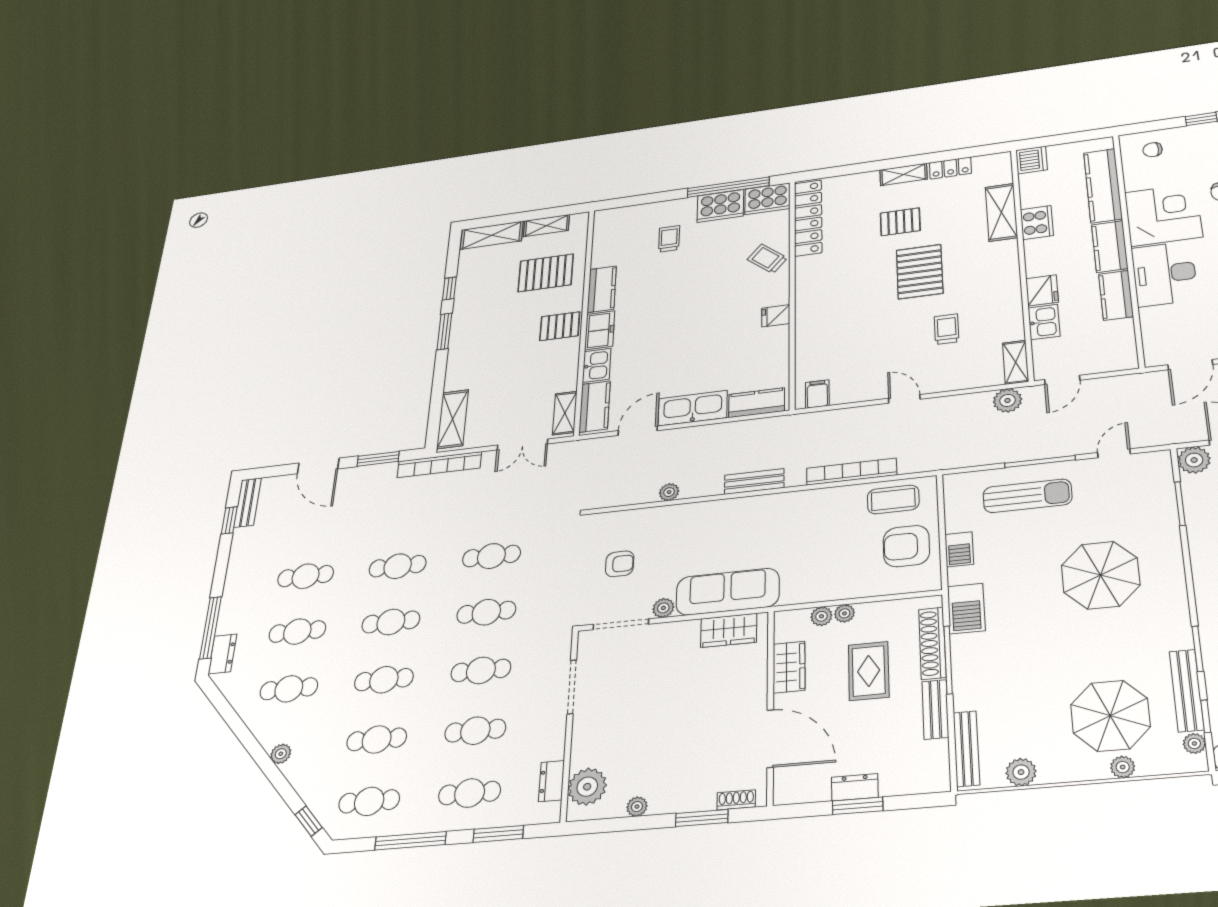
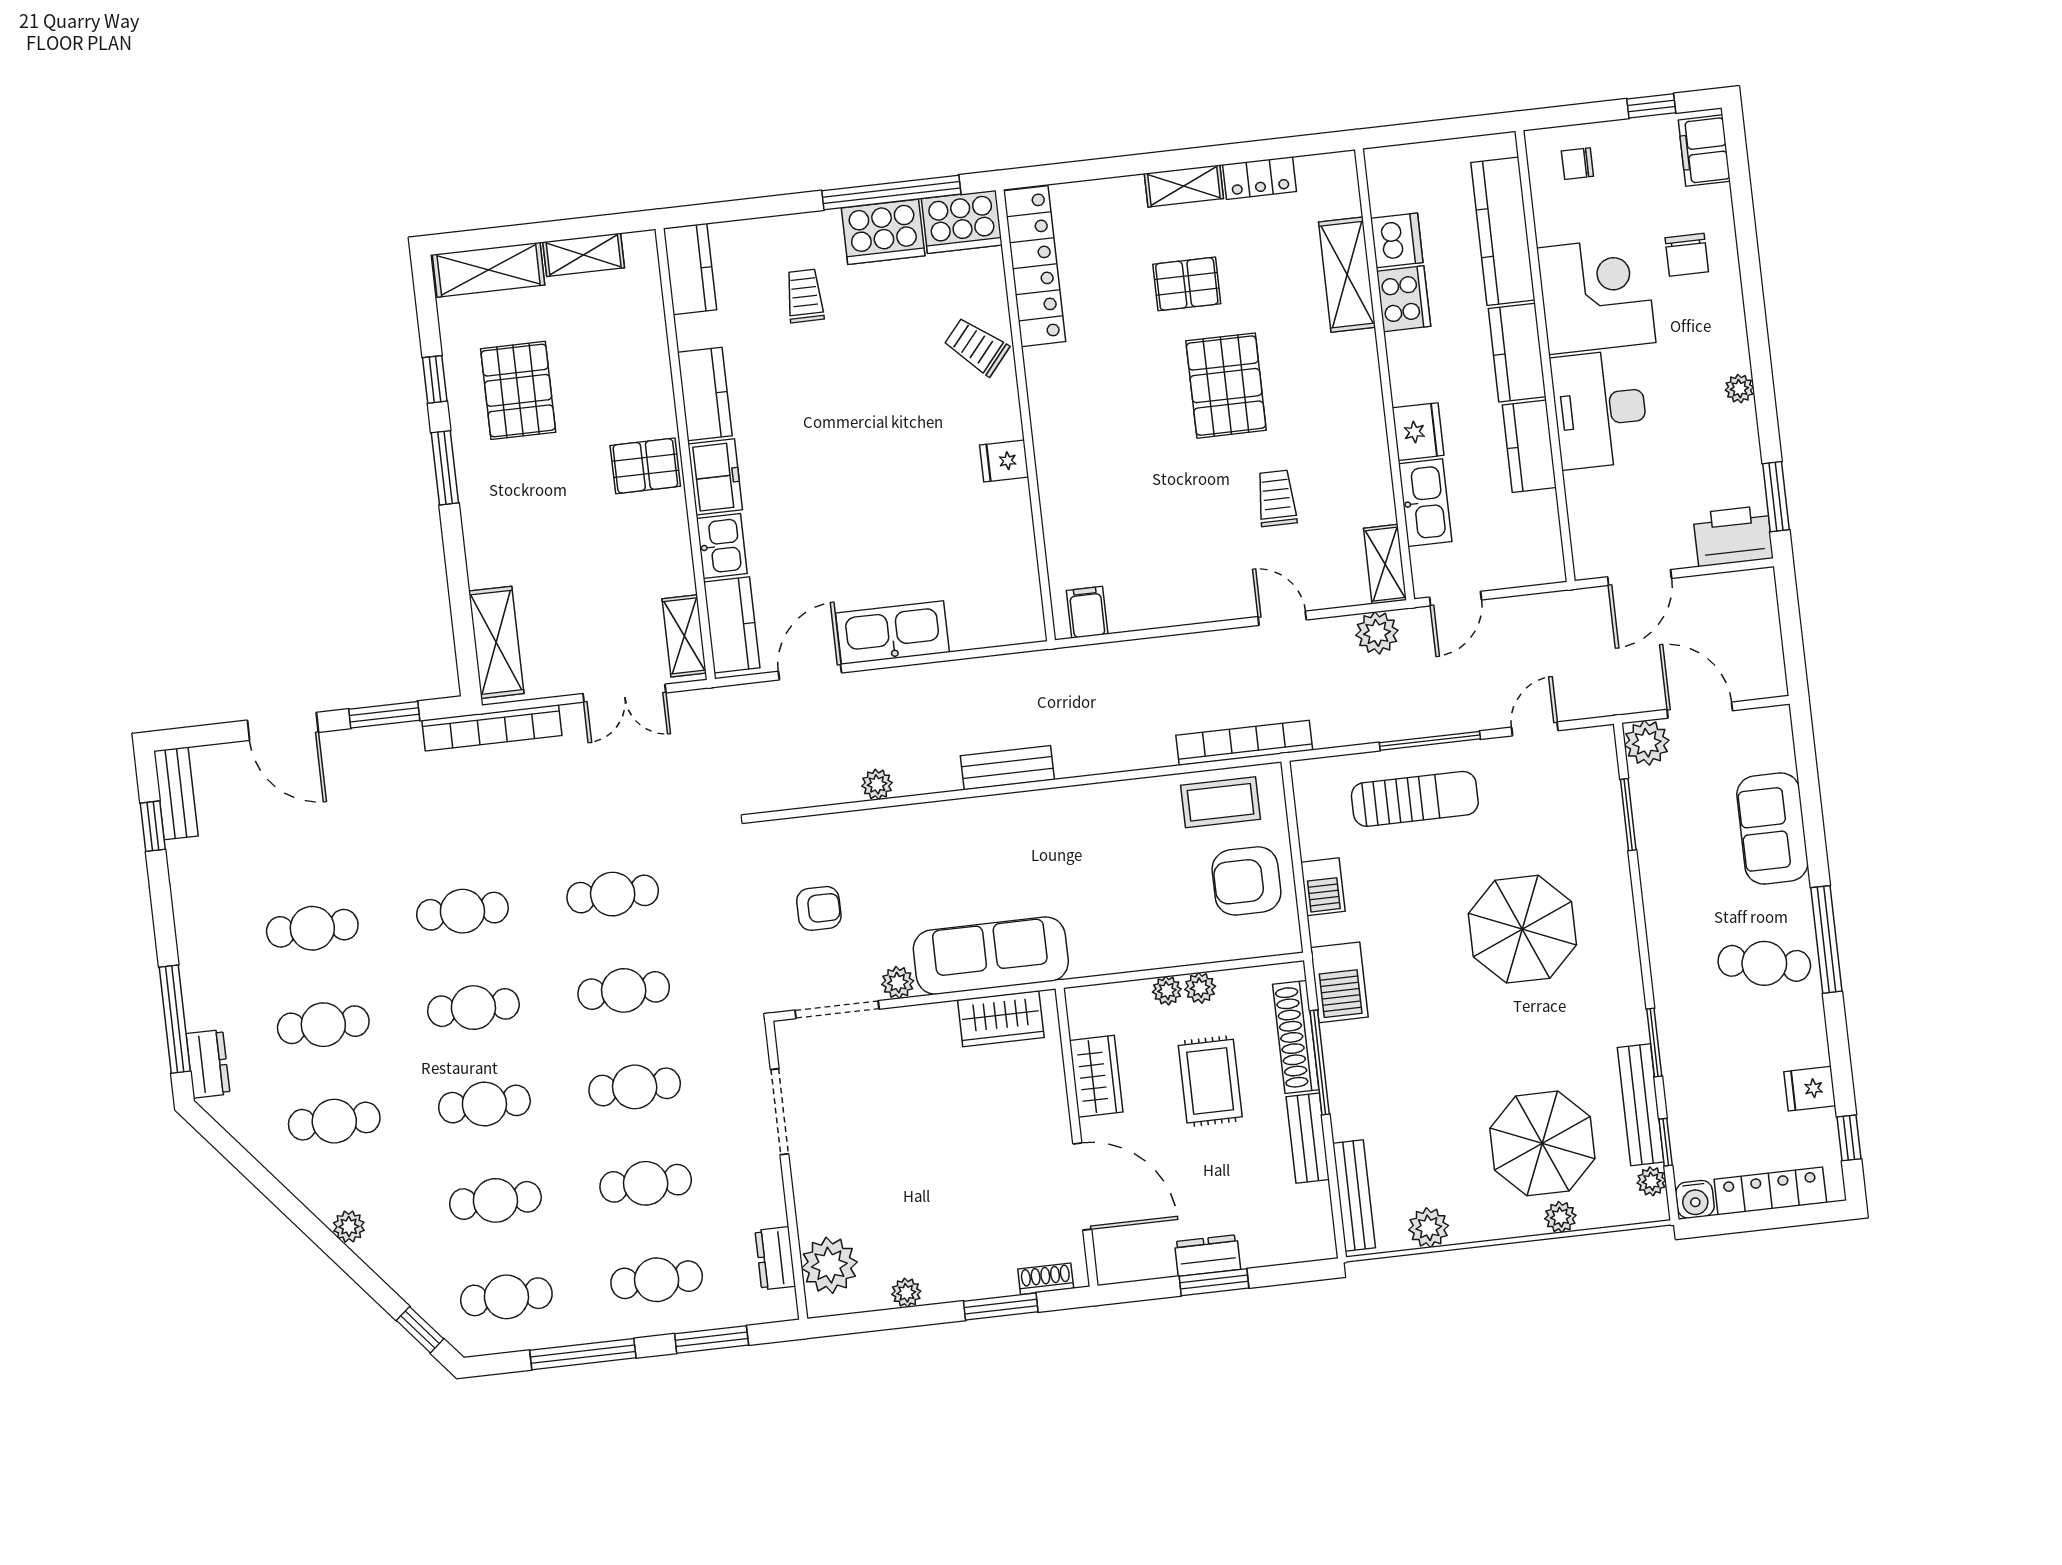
dishwasher: (1032, 160) -> (1397, 240), moved
pallet: (546, 273) -> (518, 390), moved, turned 90
kitchen sink: (1044, 322) -> (1425, 503), width x1.38
door: (904, 399) -> (1282, 618), moved
kitchen counter: (757, 403) -> (690, 269), moved, turned 90
bookcase: (852, 472) -> (1244, 743), moved
plant: (821, 616) -> (1200, 988), moved

